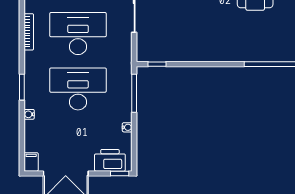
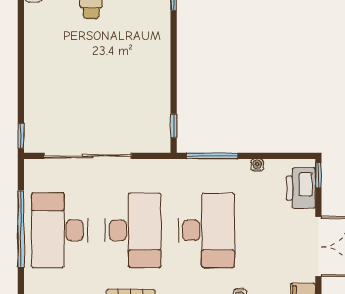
desk: (78, 34) -> (133, 230), turned 180
desk: (78, 89) -> (206, 230), turned 180

